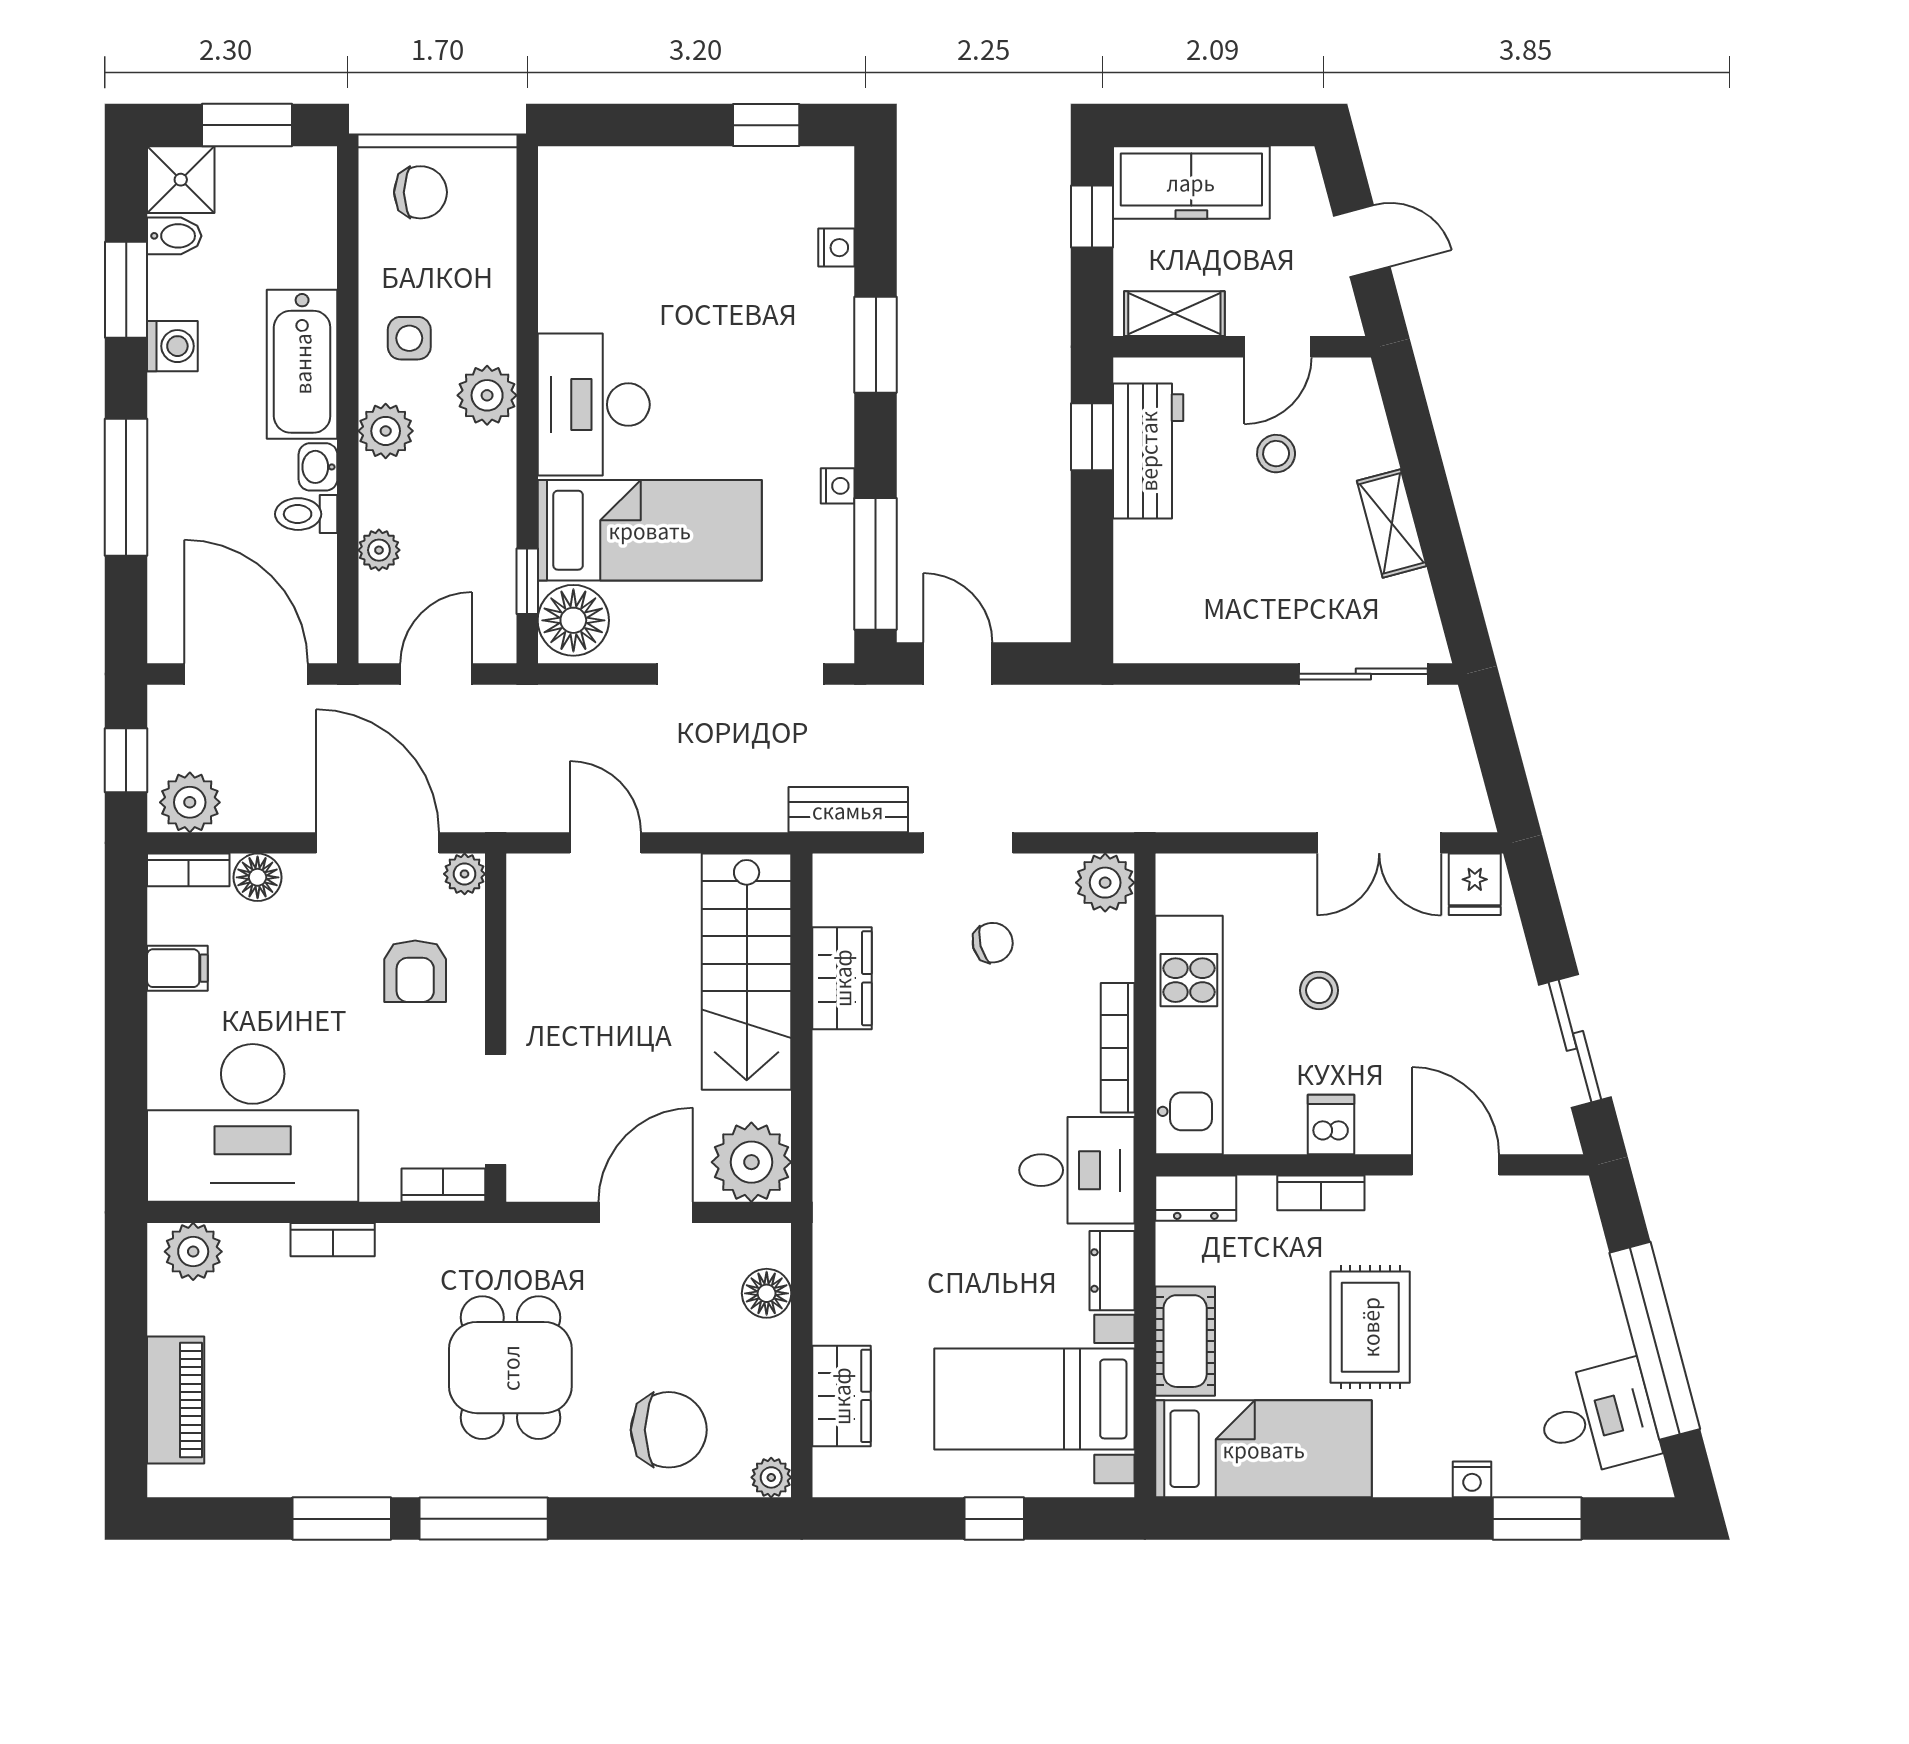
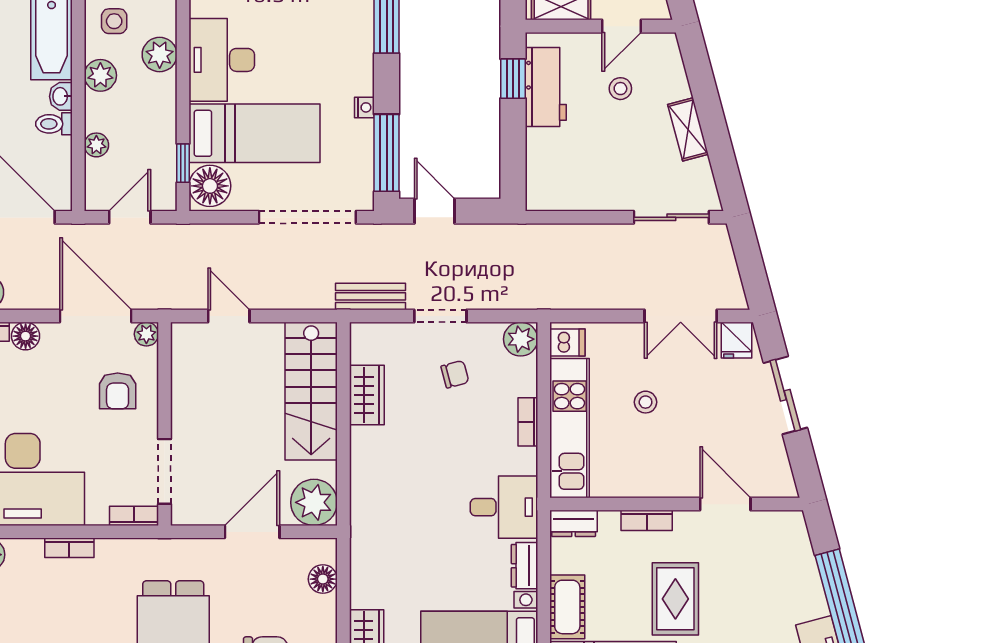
sliding door: (1575, 1041) -> (785, 395), moved
bookcase: (1118, 1048) -> (528, 422), width x0.64
dishwasher: (1331, 1124) -> (567, 342), moved, turned 90

